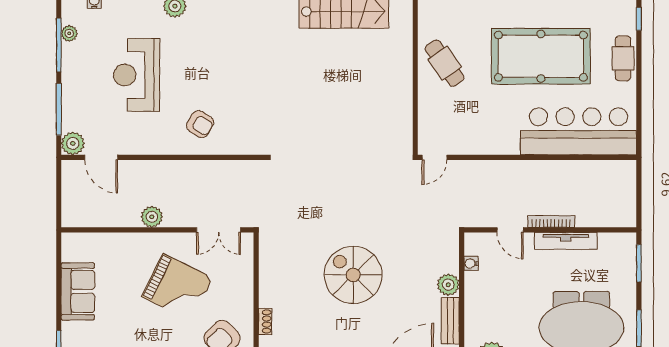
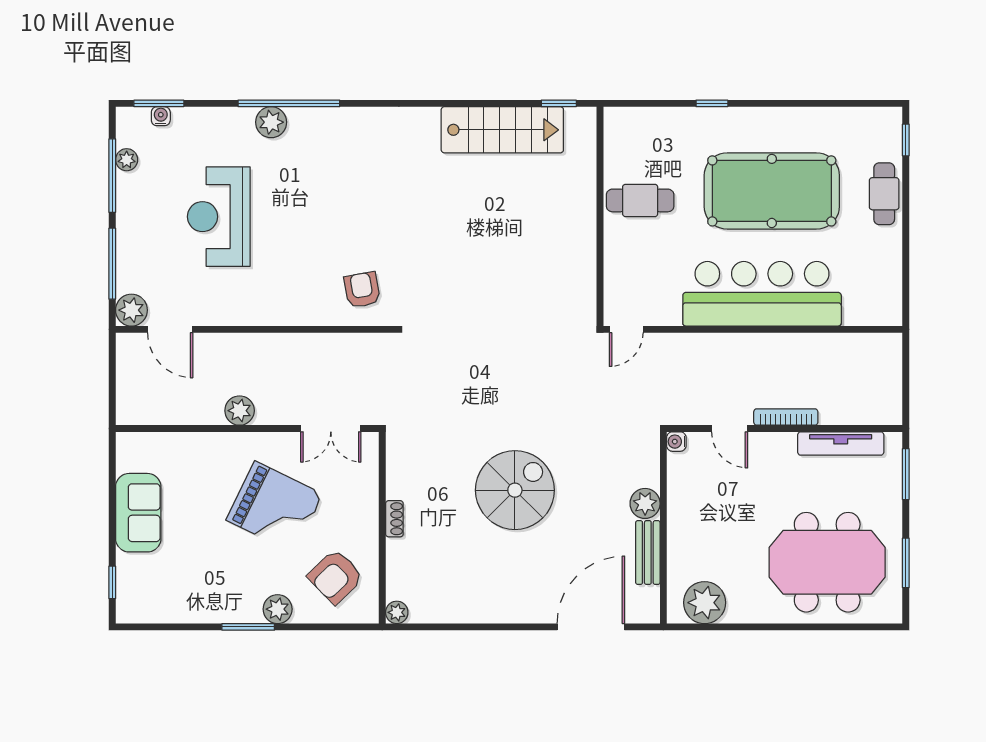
cafe table: (445, 63) -> (640, 200), turned -55
armchair: (200, 124) -> (362, 290), moved, turned -131
bar counter: (578, 131) -> (762, 294), moved
tv unit: (566, 241) -> (841, 444), moved
water cooler: (471, 263) -> (676, 442), moved
spiral stairs: (353, 275) -> (515, 490), turned 90
shoe rack: (265, 322) -> (394, 519), moved

